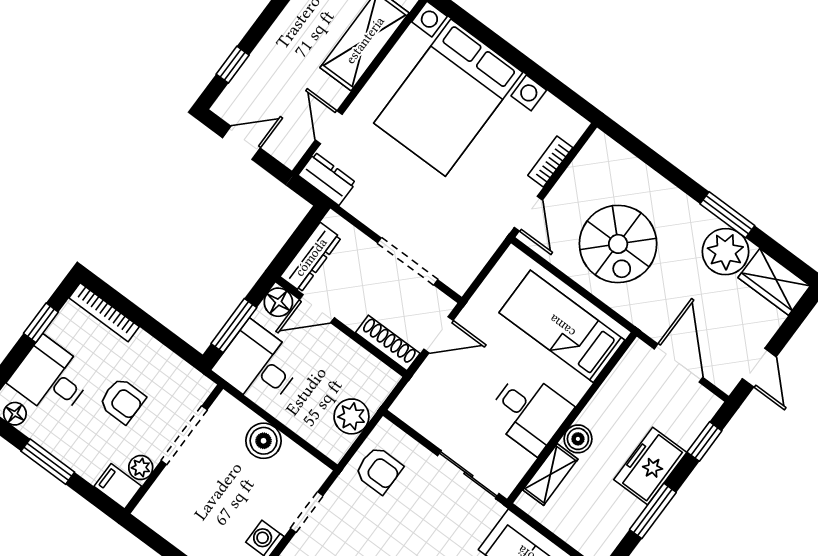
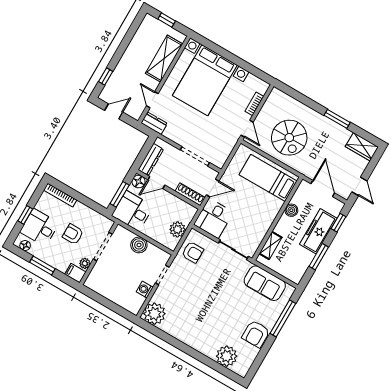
plant: (725, 252) -> (338, 136), removed
window: (41, 323) -> (25, 215), moved
armchair: (122, 401) -> (73, 234), turned 180
desk: (529, 412) -> (214, 218), moved, turned 90
boiler: (578, 439) -> (291, 210), moved
freezer: (650, 466) -> (318, 231), width x1.40

